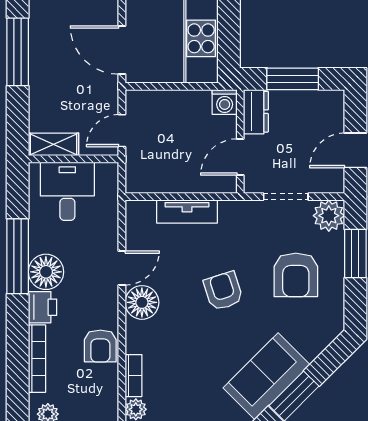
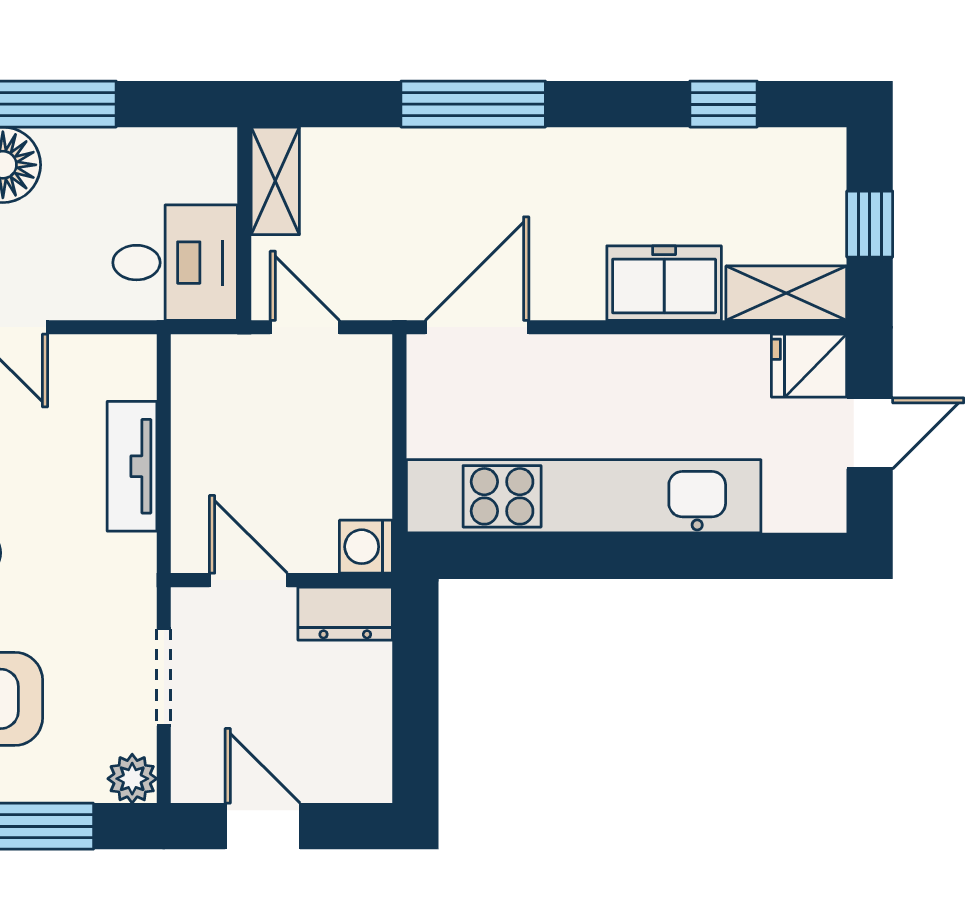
window: (293, 79) -> (415, 692), removed
desk: (67, 191) -> (175, 263), moved
plant: (329, 216) -> (132, 779), width x0.73, depth x0.73

